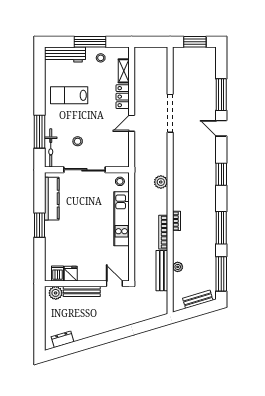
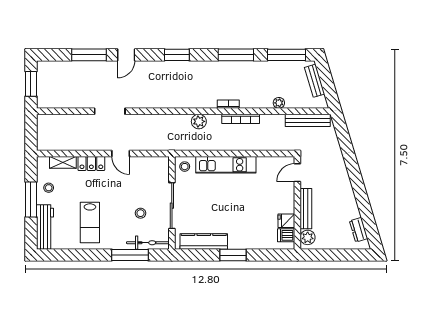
doorway: (170, 113) -> (110, 111), width x0.73
plant: (161, 182) -> (199, 121), moved
bench: (162, 271) -> (308, 120), moved

